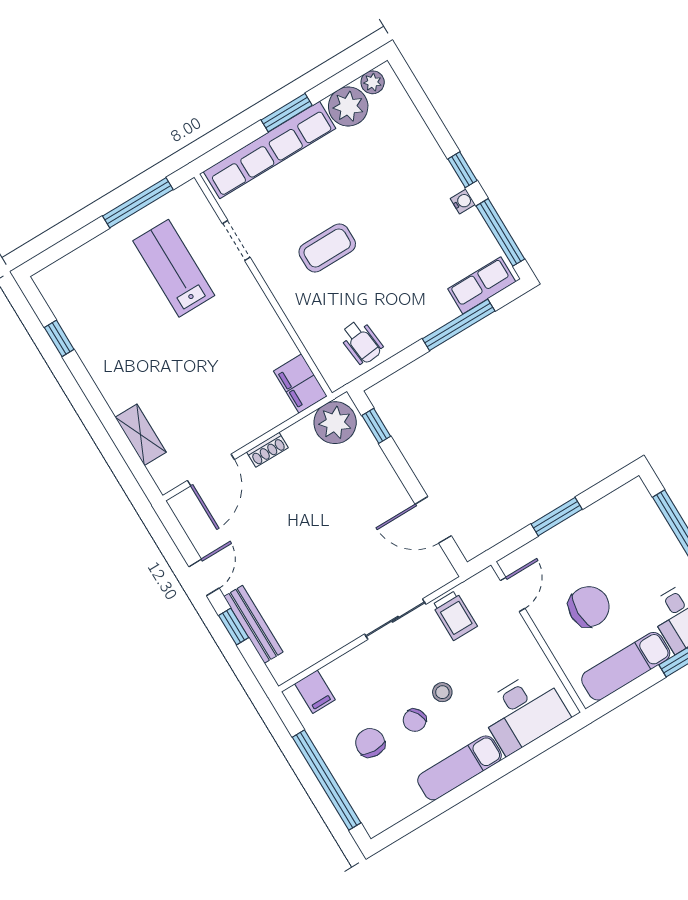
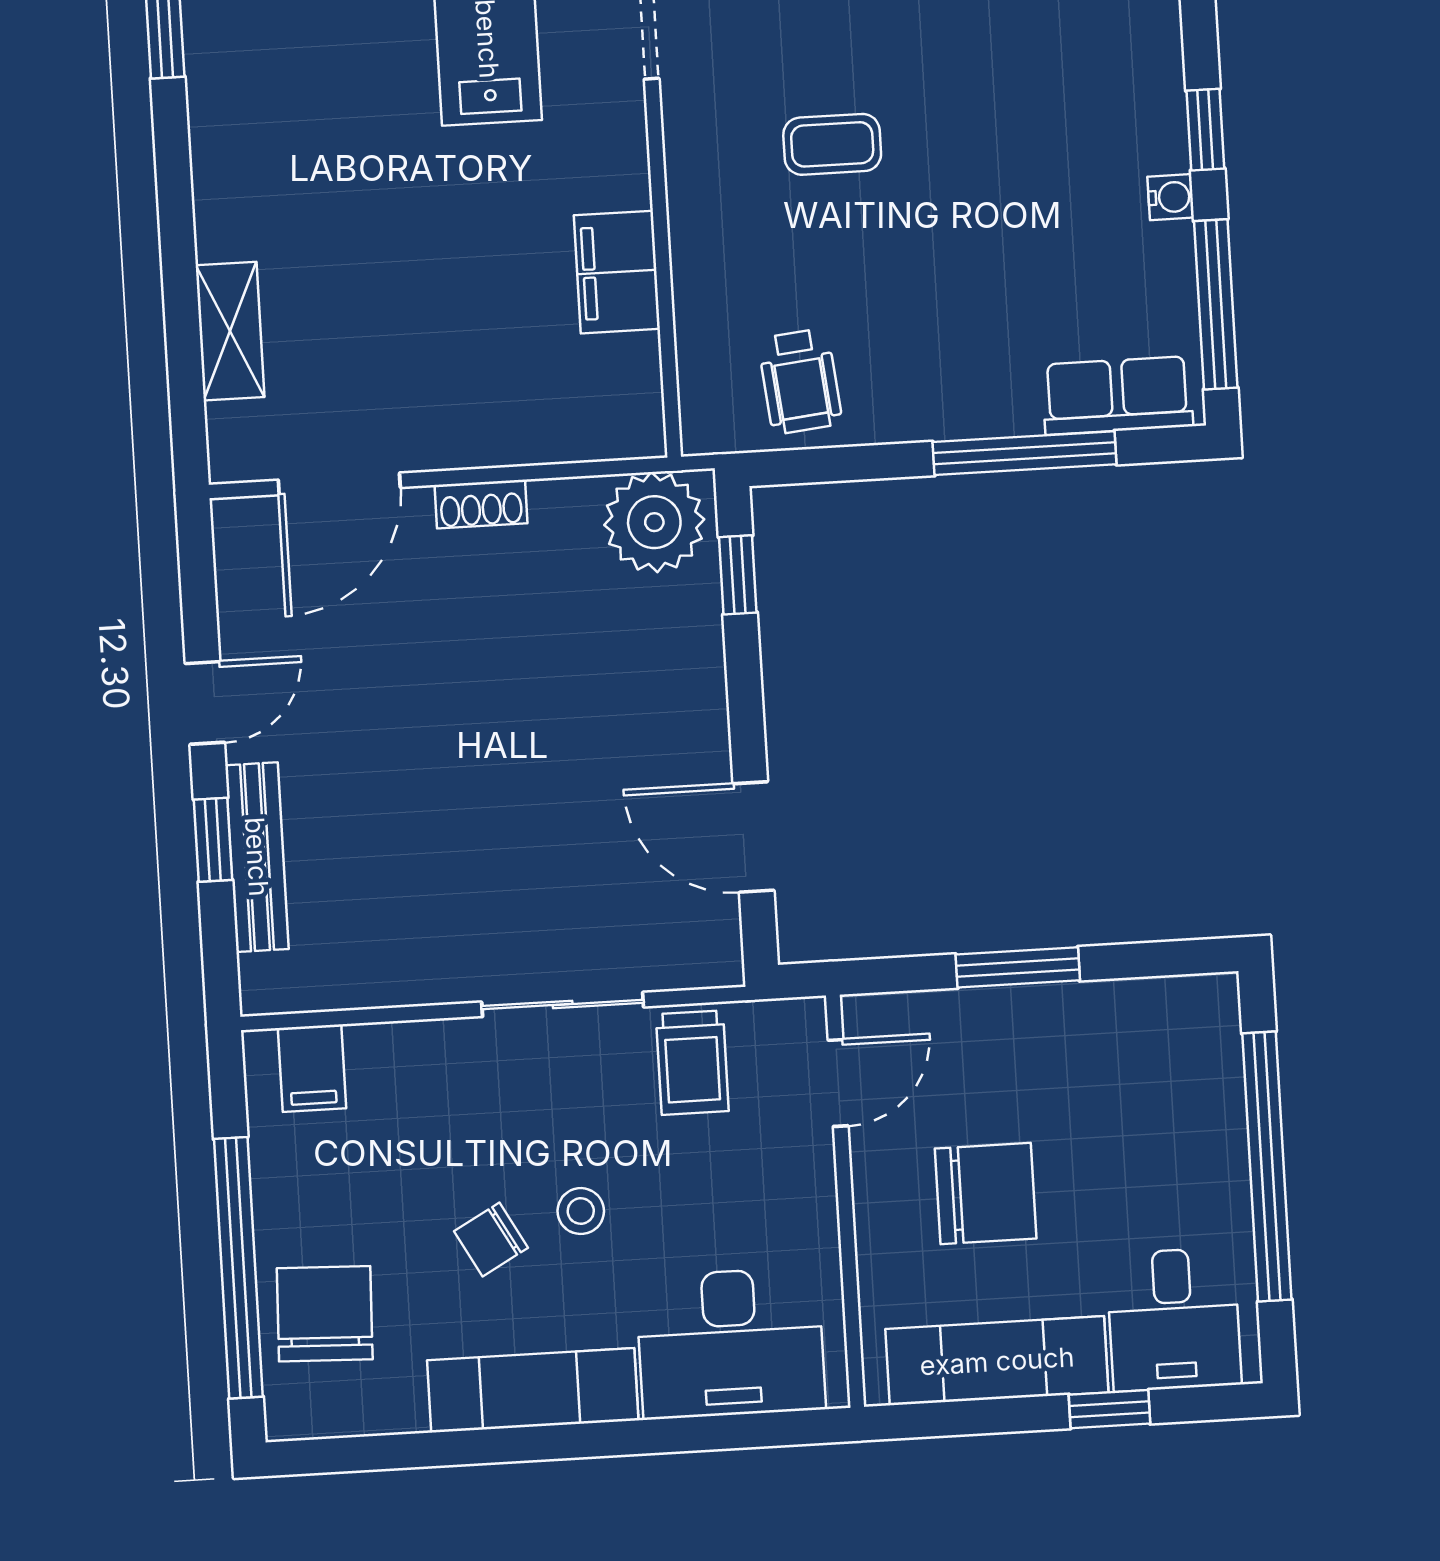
coffee table: (327, 248) -> (832, 144), width x0.73, depth x0.77
filing cabinet: (300, 384) -> (617, 272), moved
chair: (370, 743) -> (325, 1314), moved, width x1.37, depth x1.37

